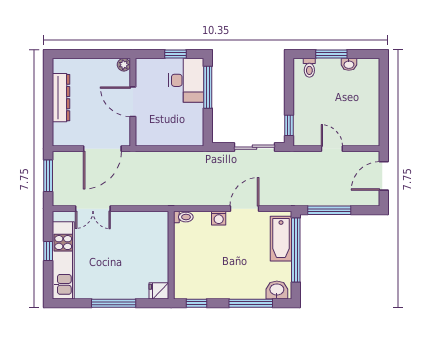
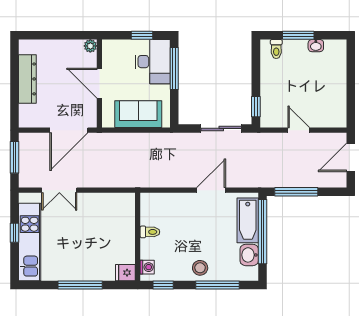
sofa: (172, 133) -> (138, 114), added
toilet: (183, 217) -> (150, 232), moved
washing machine: (219, 218) -> (147, 267), moved, turned -90
stool: (233, 286) -> (200, 268), added
washbasin: (277, 290) -> (249, 255), moved, turned -90

